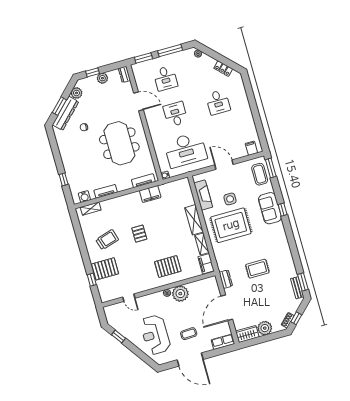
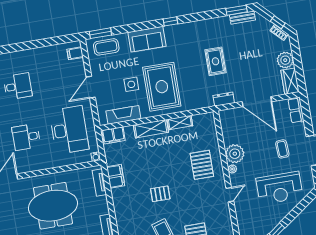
window: (283, 210) -> (170, 21), moved
filing cabinet: (206, 264) -> (114, 135), moved
door: (129, 298) -> (230, 195), moved

